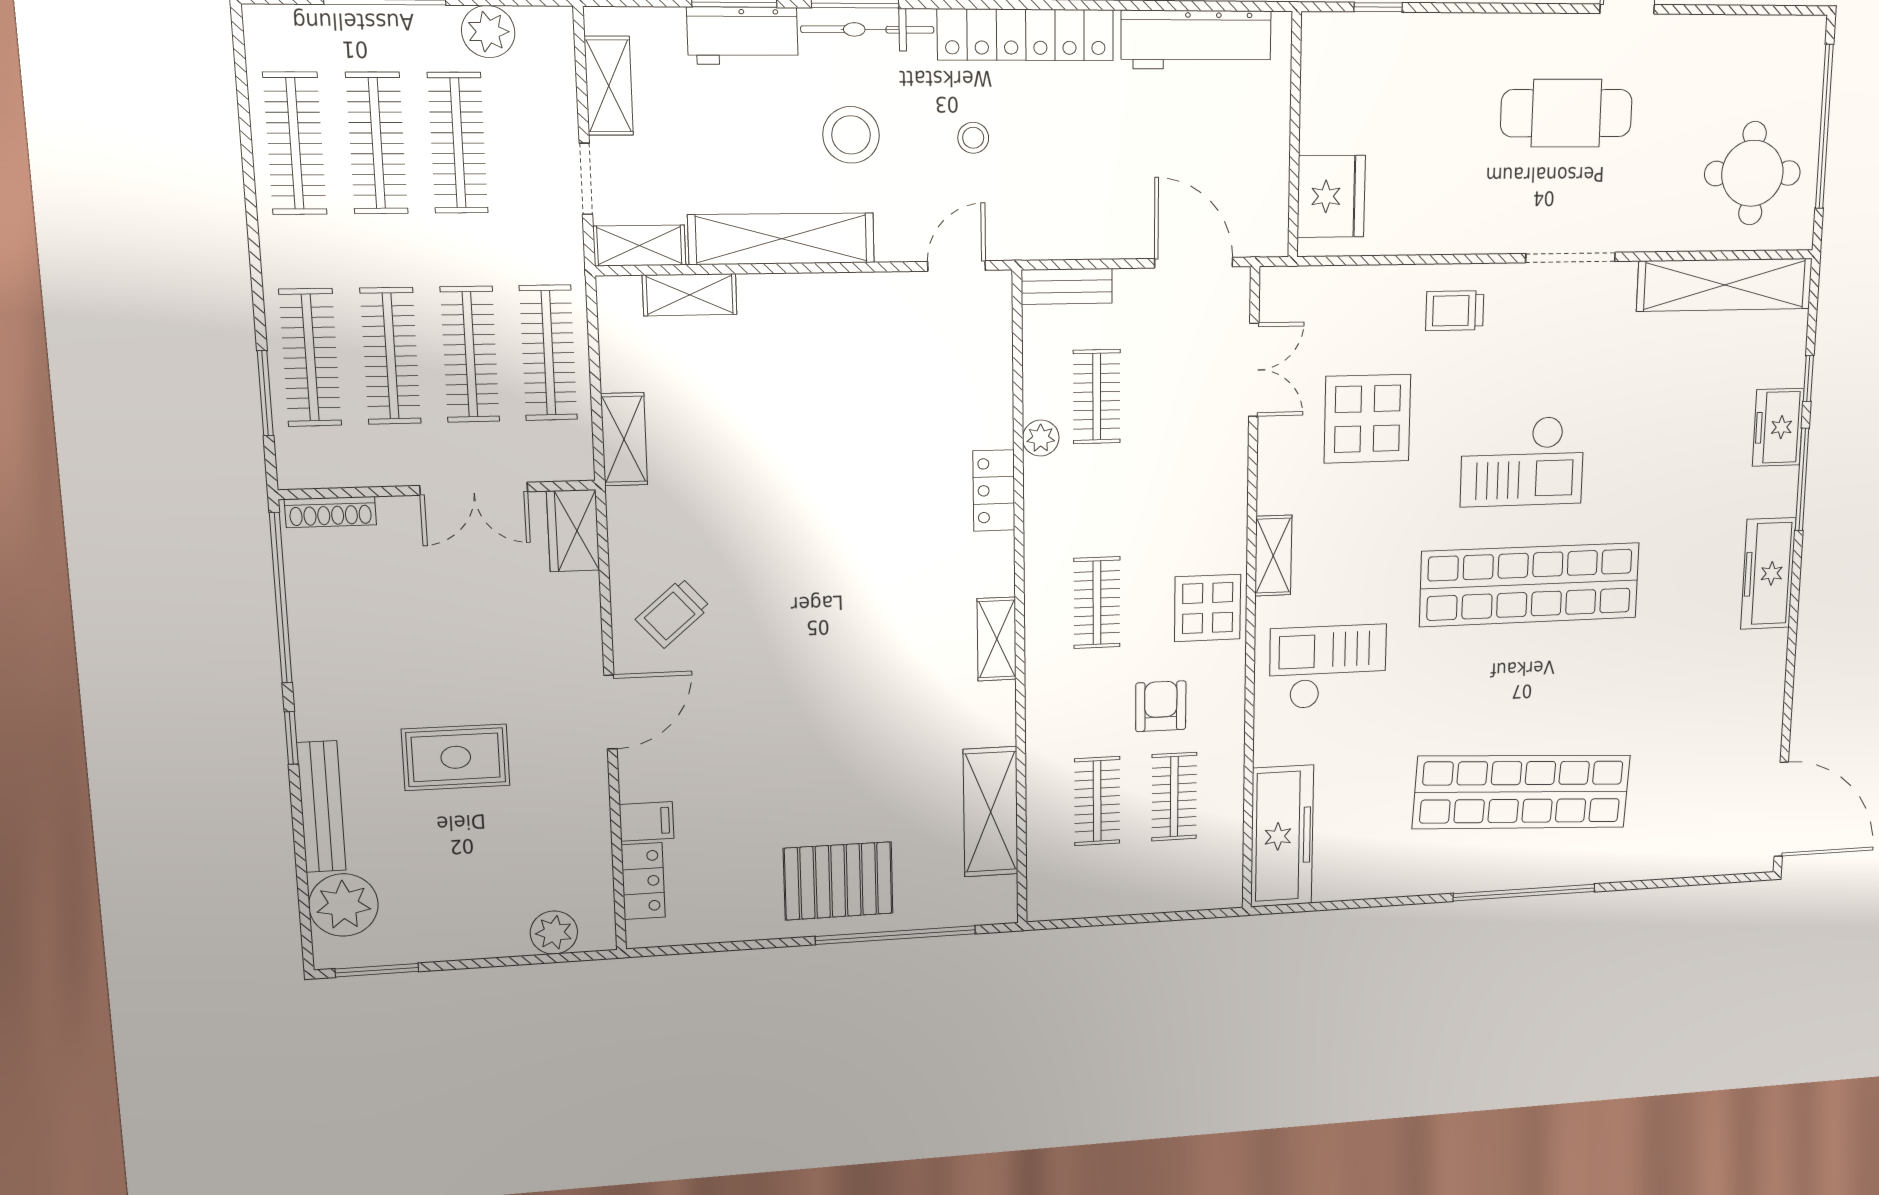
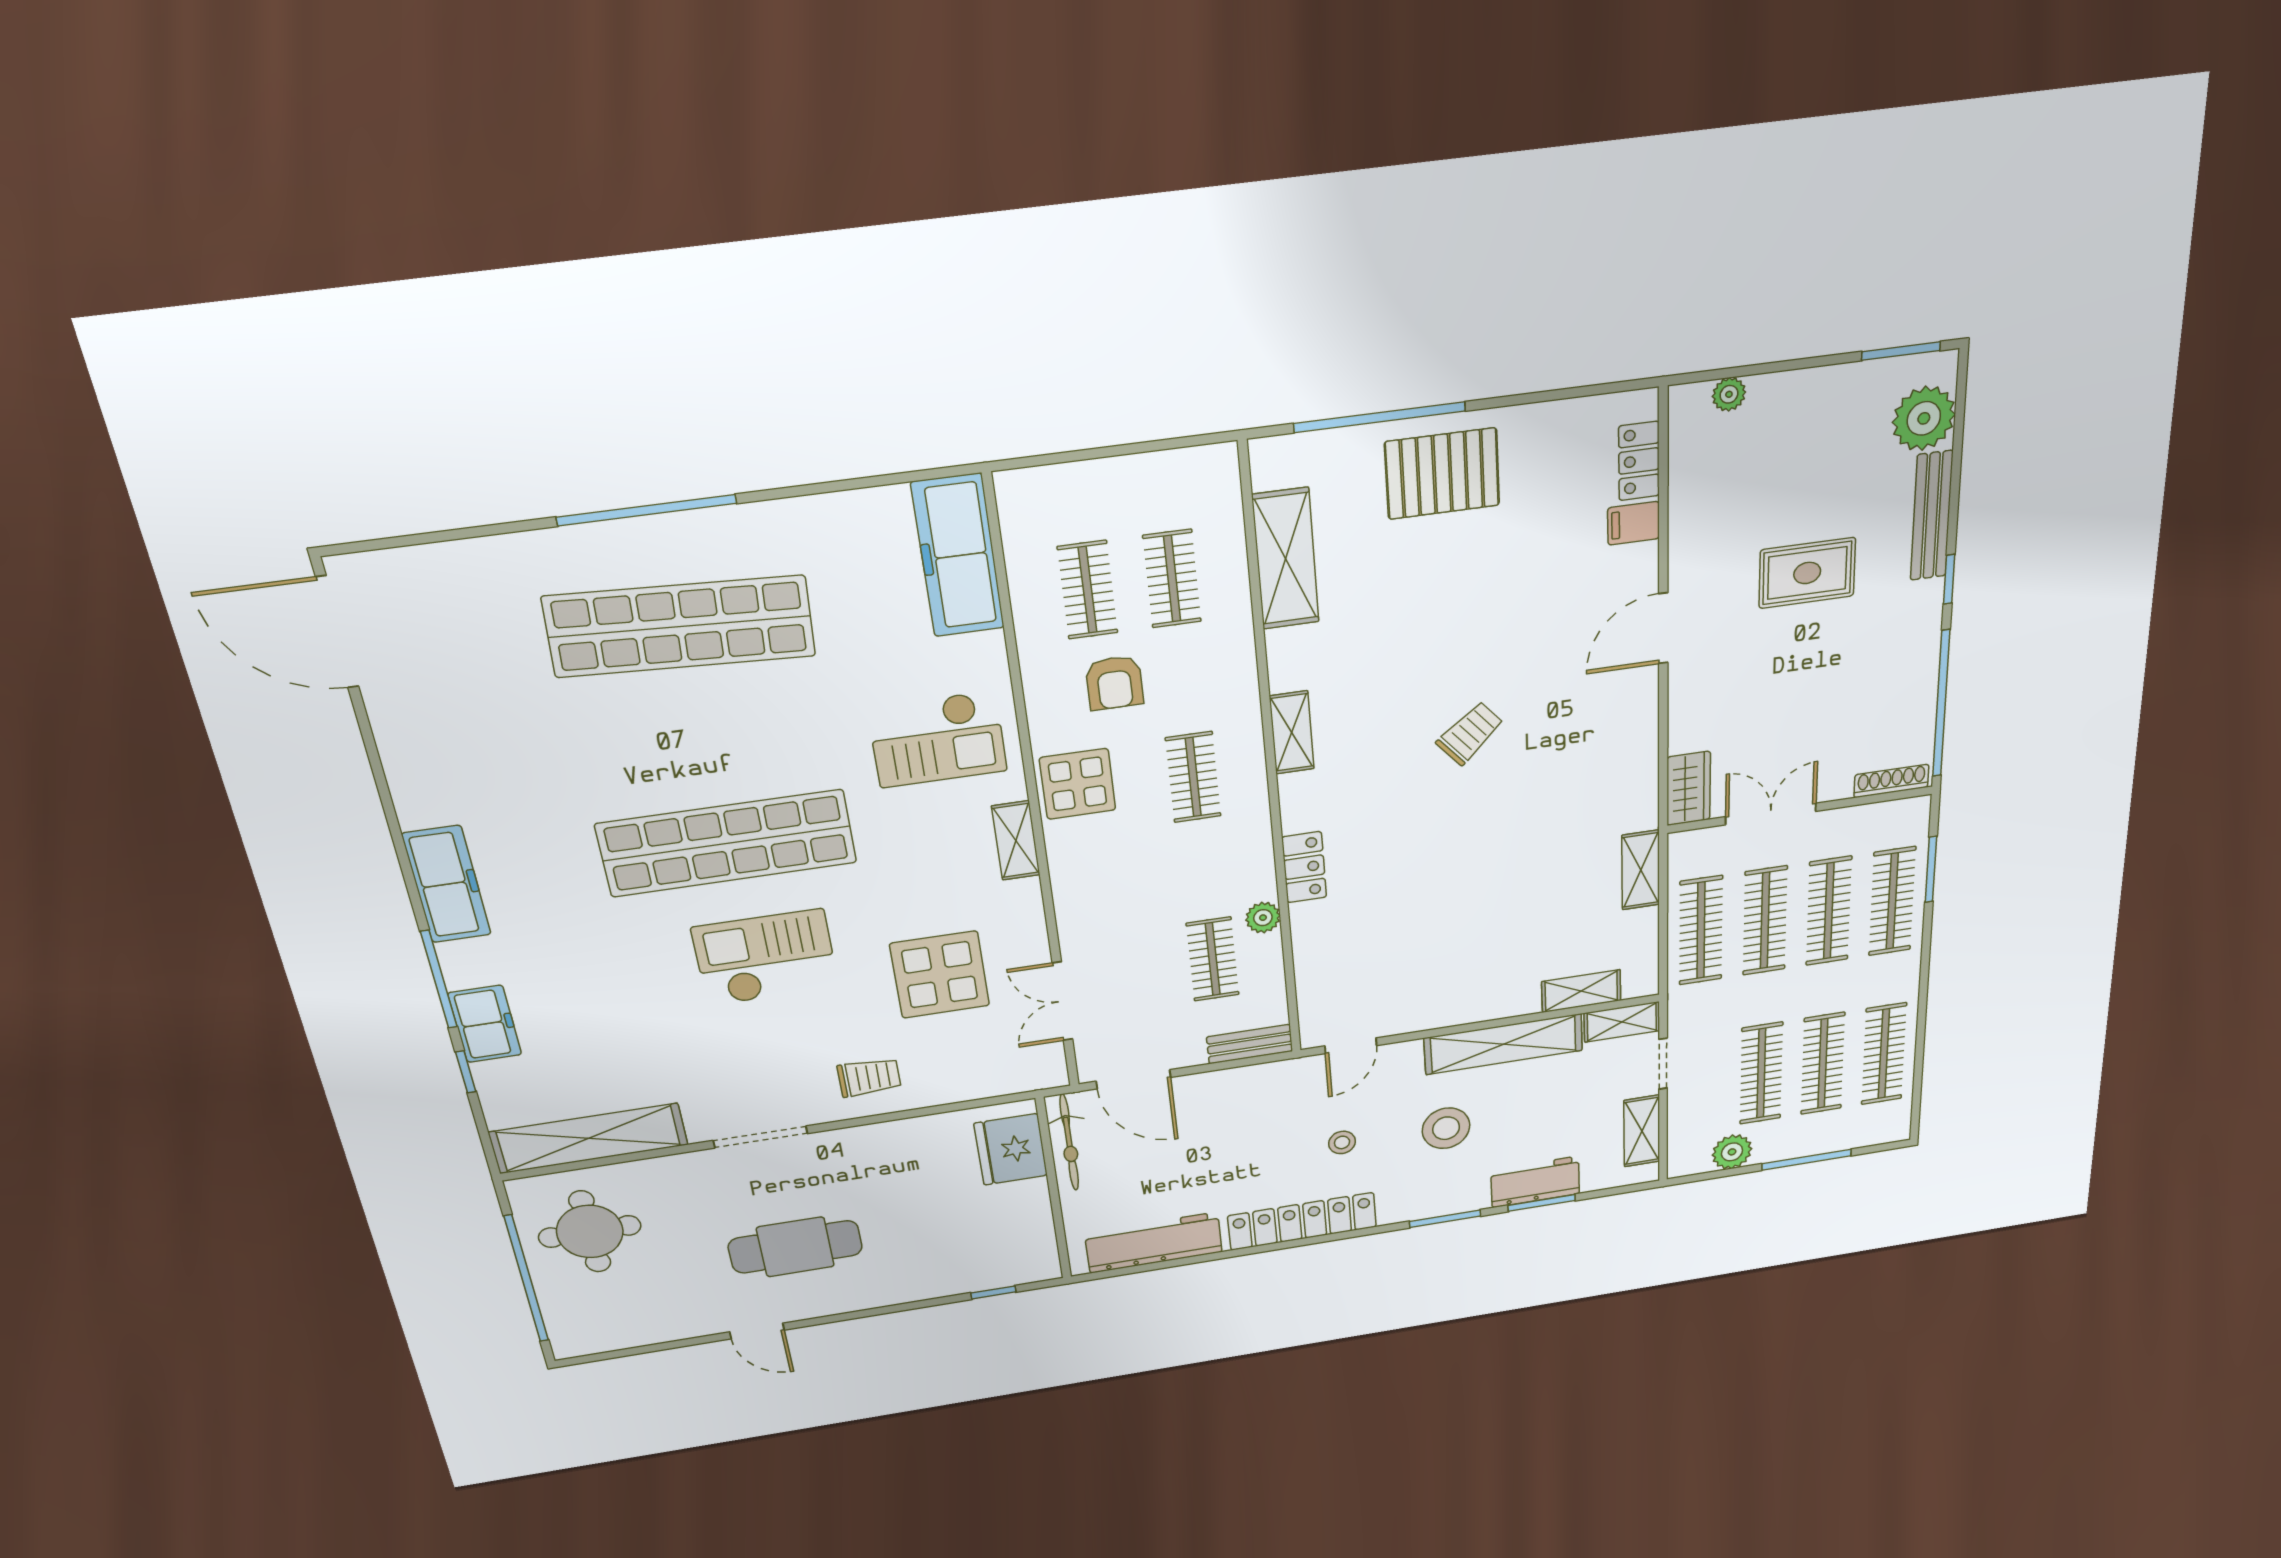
bicycle: (868, 29) -> (1069, 1142), moved, turned 90
trolley: (673, 613) -> (1470, 733), moved
plant: (554, 933) -> (1729, 394), width x0.73, depth x0.73

